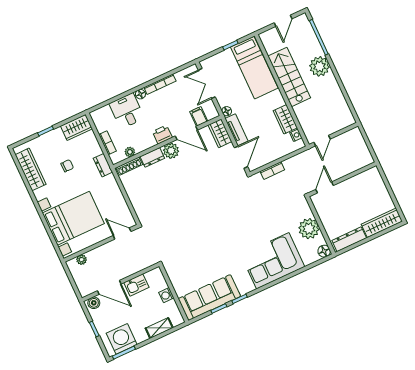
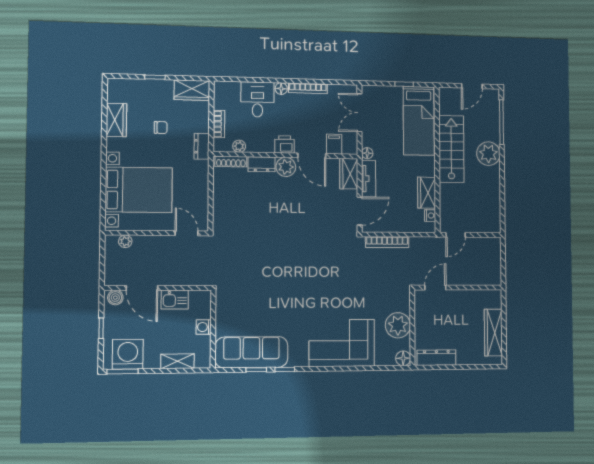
wardrobe: (31, 169) -> (116, 120), width x0.67
bookcase: (272, 171) -> (387, 242), width x1.56
wardrobe: (382, 223) -> (493, 333), moved, turned -90

